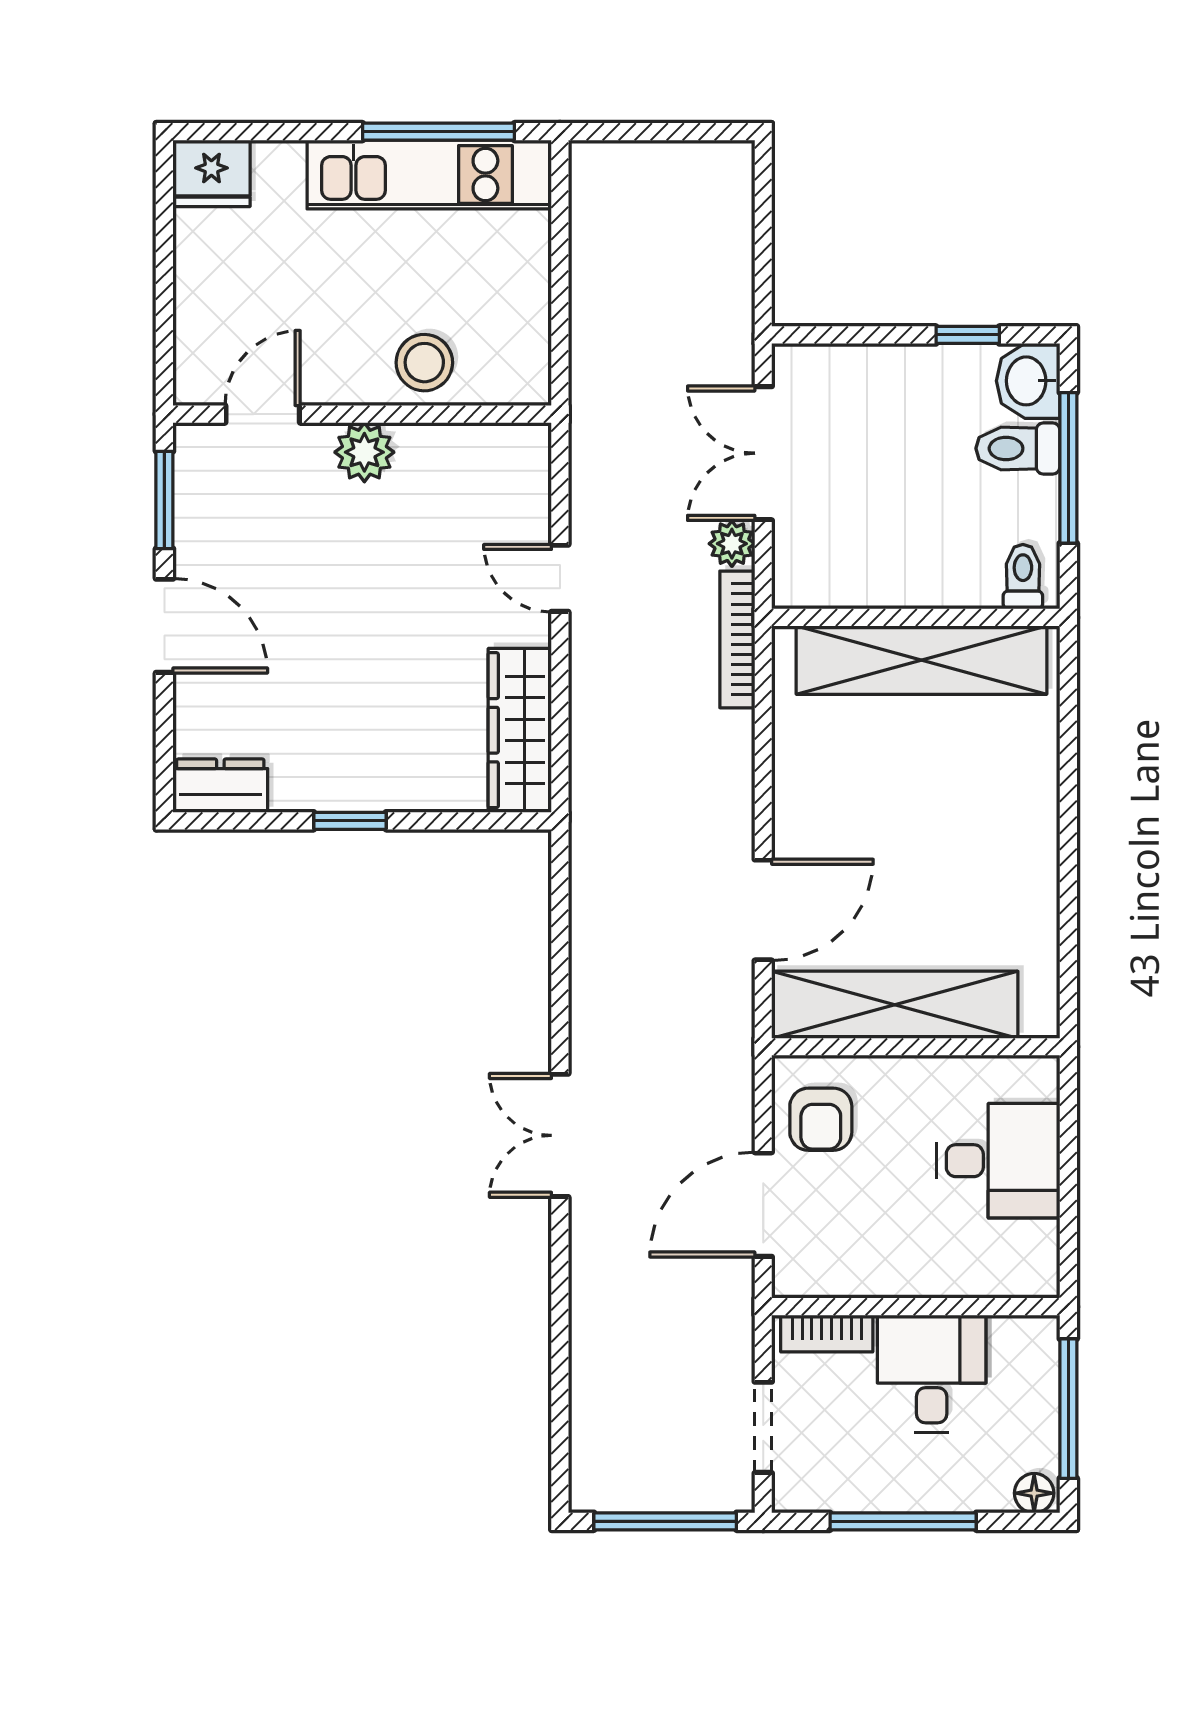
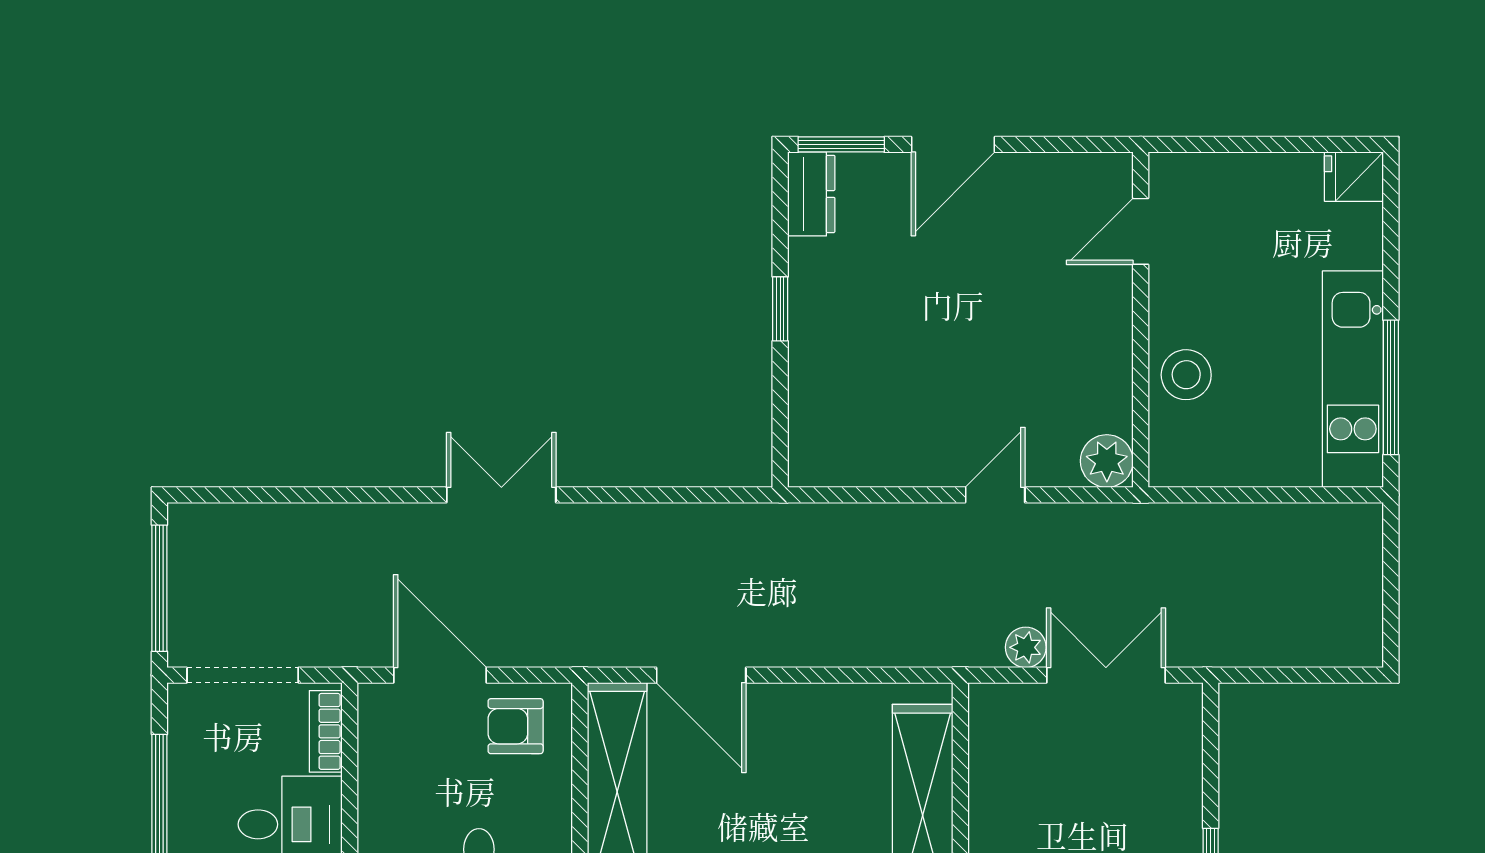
fridge: (211, 173) -> (1354, 177), width x0.72
door: (263, 414) -> (1141, 231), swing flipped
plant: (364, 452) -> (1107, 461), moved
window: (164, 500) -> (841, 144), moved
bookcase: (737, 639) -> (941, 652), removed
wardrobe: (520, 730) -> (860, 459), removed
doorway: (763, 1427) -> (243, 675), width x1.38

